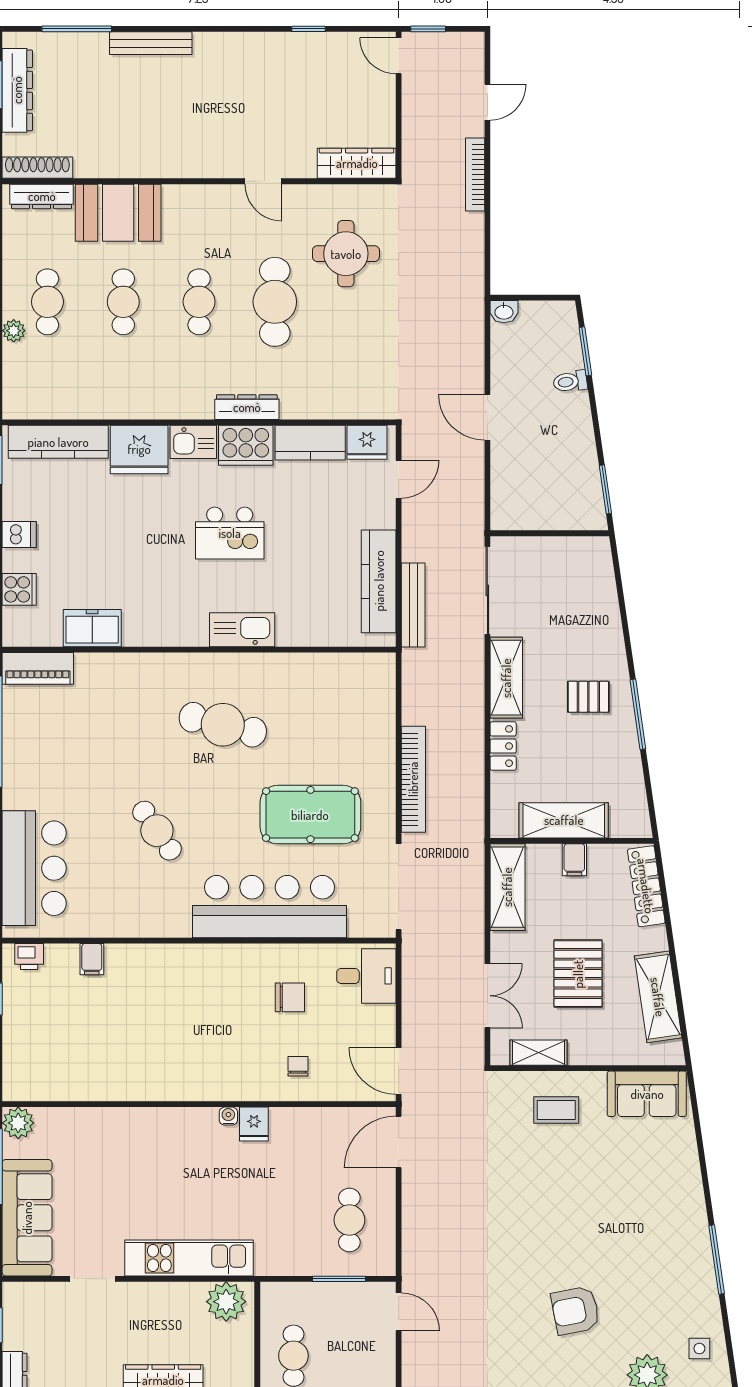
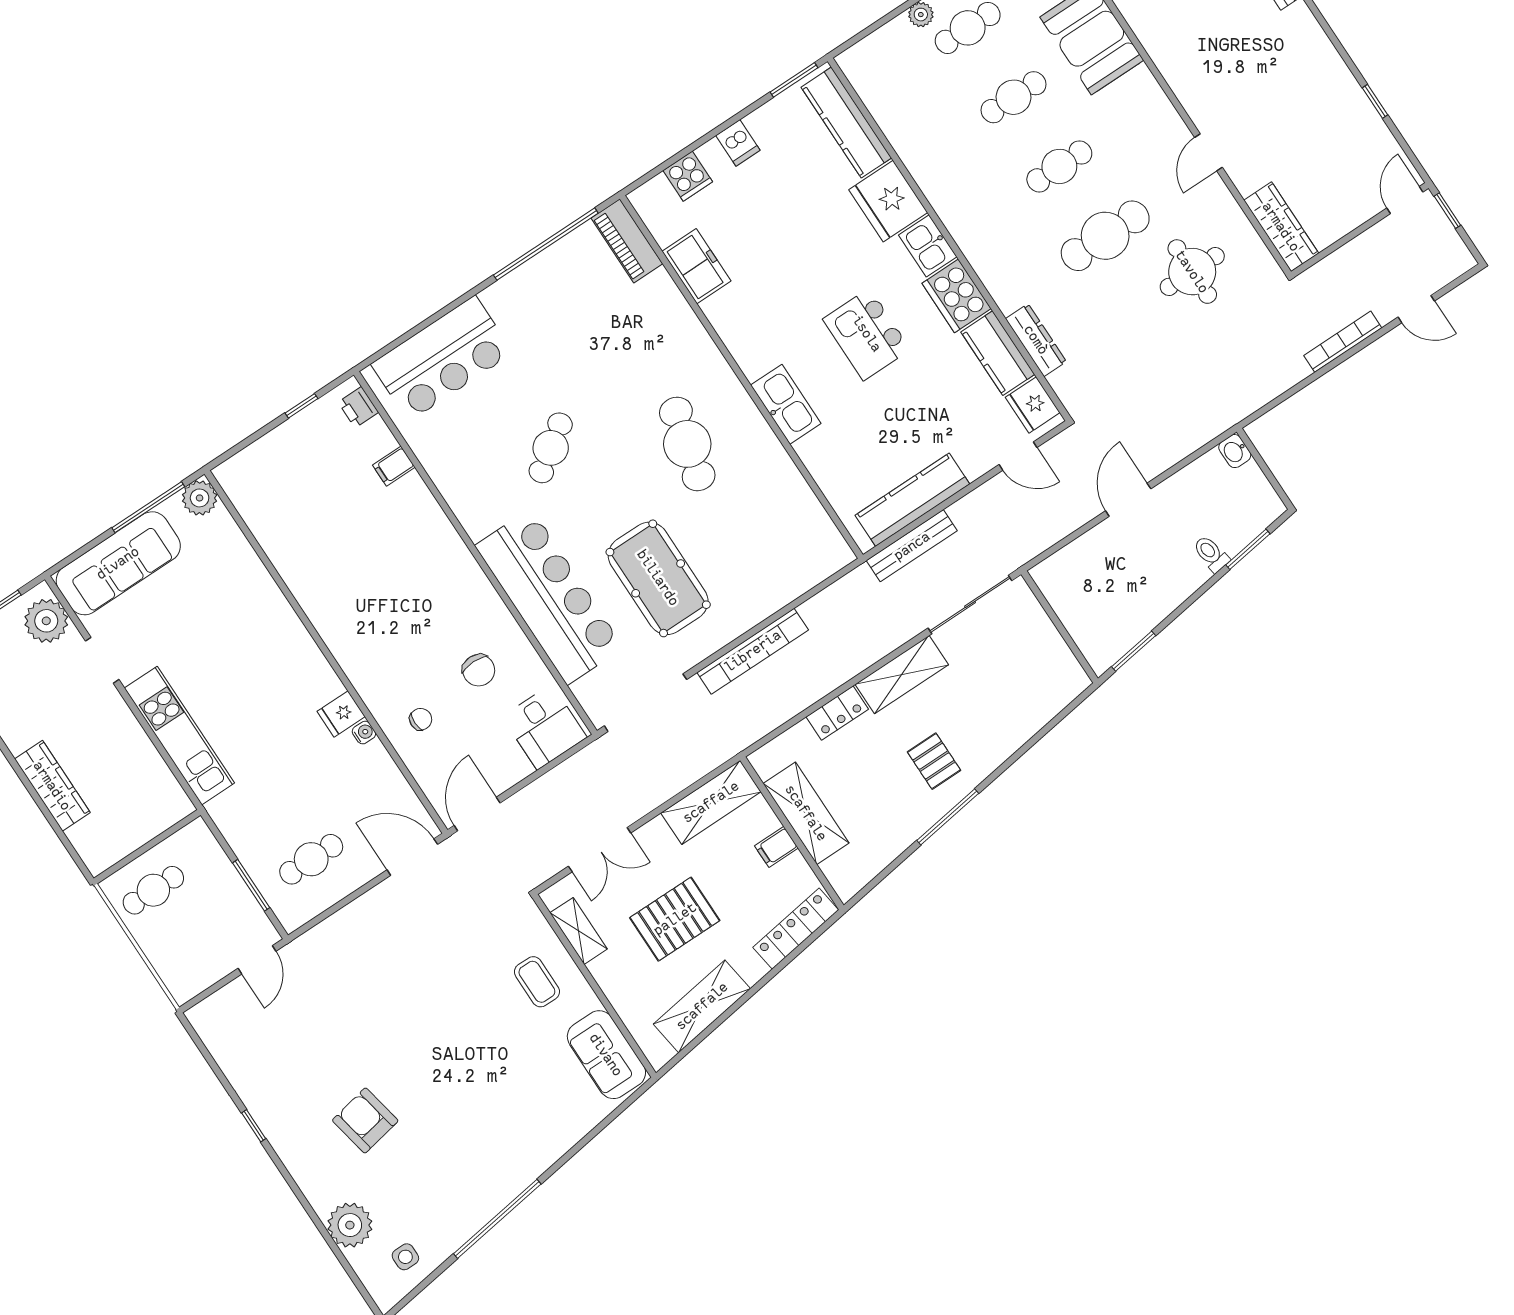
dresser: (247, 407) -> (1036, 340), moved
water cooler: (228, 1116) -> (364, 733), moved
window: (717, 1260) -> (497, 1219), width x1.46
plant: (226, 1302) -> (46, 621), moved

